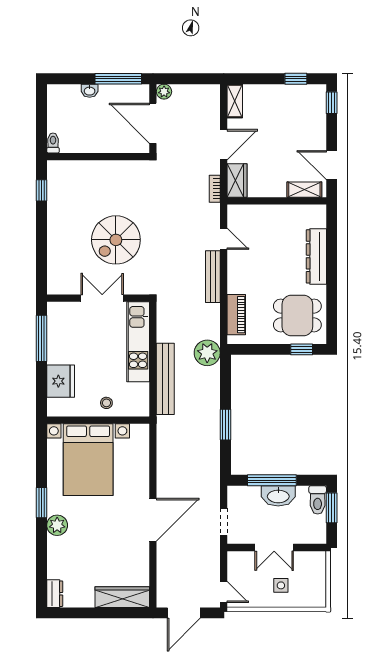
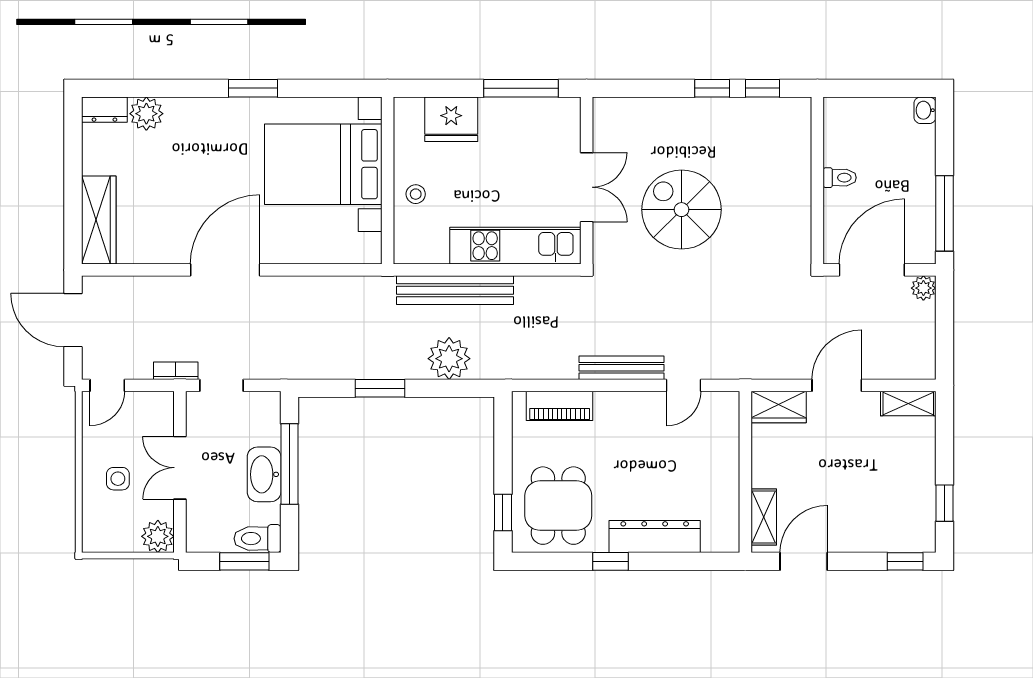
washbasin: (90, 91) -> (925, 110), moved
toilet: (53, 143) -> (840, 178), moved
door: (224, 145) -> (837, 385), swing flipped
bookcase: (215, 189) -> (176, 371), moved
window: (41, 221) -> (712, 88), added
window: (332, 283) -> (610, 561), added
plant: (207, 353) -> (449, 359), moved
door: (153, 520) -> (225, 270), swing flipped
plant: (57, 525) -> (146, 114), moved
plant: (316, 561) -> (158, 536), added

